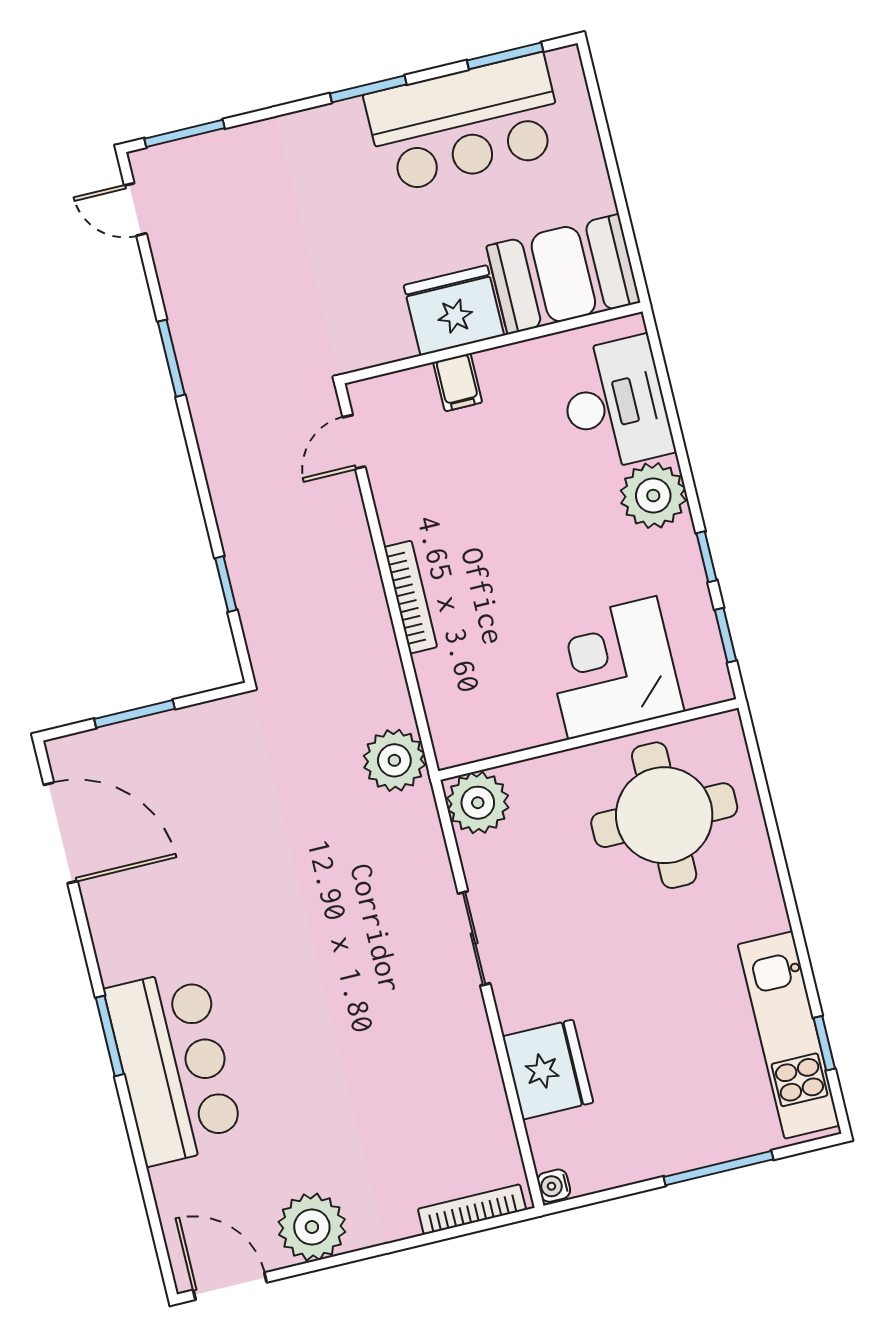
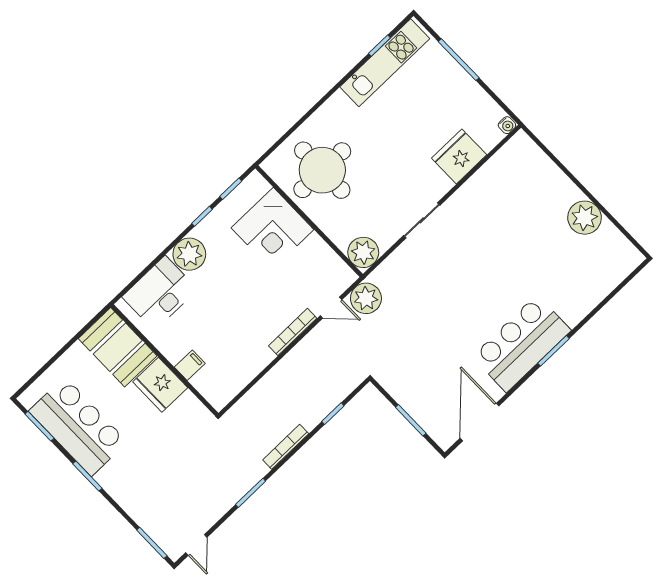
door: (354, 442) -> (331, 308), moved
bar counter: (174, 1066) -> (522, 344), moved
bookcase: (472, 1209) -> (286, 447), moved, turned 90
door: (230, 1286) -> (630, 238), removed

